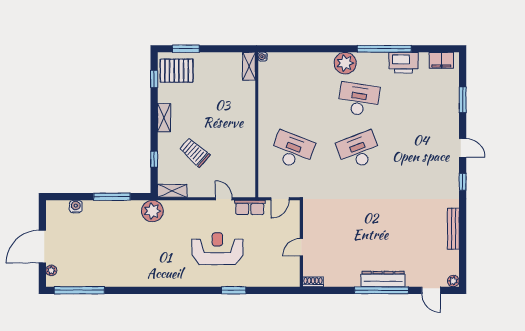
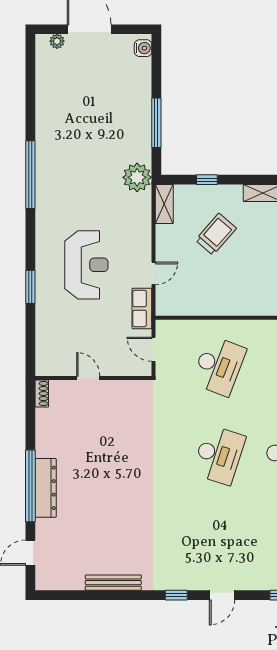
desk: (359, 150) -> (219, 455), turned 39
water cooler: (76, 207) -> (143, 48), moved
plant: (453, 281) -> (43, 583), removed
window: (79, 290) -> (30, 175), moved

